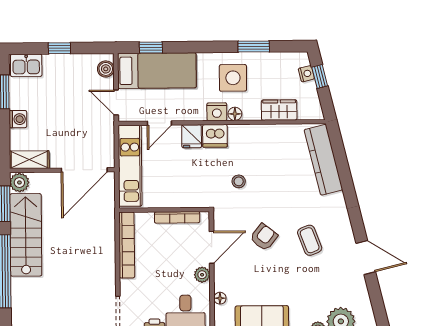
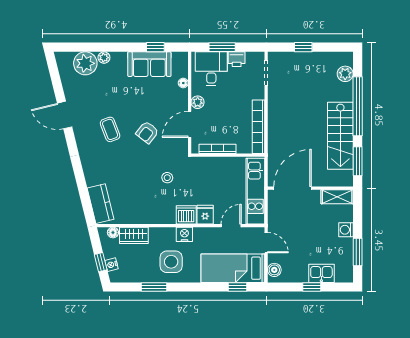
kitchen sink: (26, 65) -> (321, 273), moved
floor lamp: (235, 114) -> (113, 233), moved
kitchen counter: (323, 160) -> (100, 204), width x0.67
plant: (19, 183) -> (345, 74), moved

